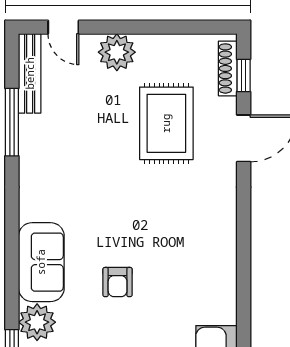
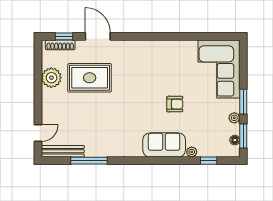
plant: (117, 52) -> (51, 78), moved
plant: (37, 322) -> (192, 152), width x0.53, depth x0.53

